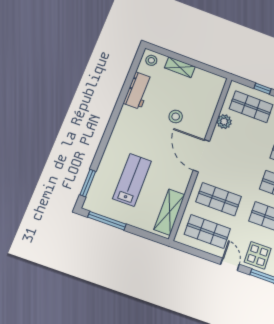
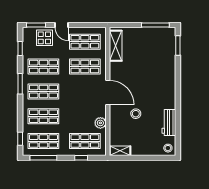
shelving: (180, 67) -> (120, 151), moved
lab bench: (132, 180) -> (149, 58), removed

